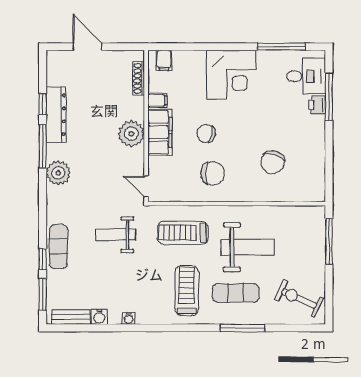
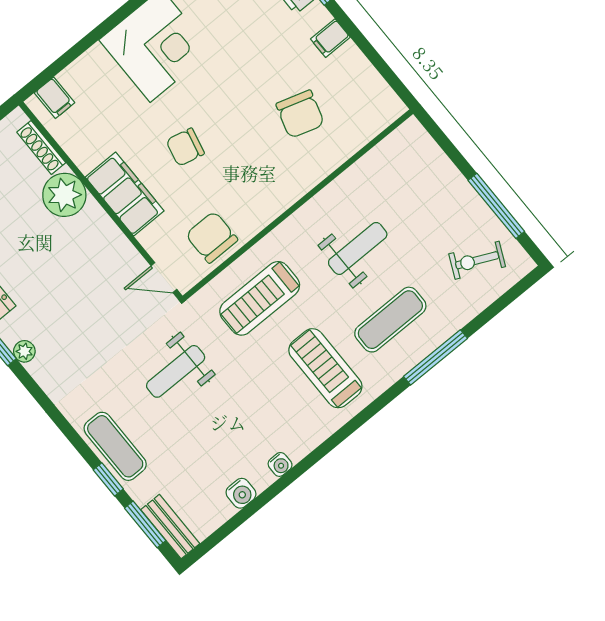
filing cabinet: (157, 100) -> (330, 38), moved, turned 180
plant: (131, 134) -> (64, 195), moved
plant: (58, 173) -> (24, 351), width x0.53, depth x0.53
chair: (213, 174) -> (212, 237), moved, turned -90
window: (329, 241) -> (496, 206), moved
weight bench: (248, 247) -> (358, 248), width x0.73, depth x0.75
exercise bike: (299, 299) -> (477, 260), width x0.73, depth x0.72
bench: (71, 317) -> (170, 527), moved, turned 90

